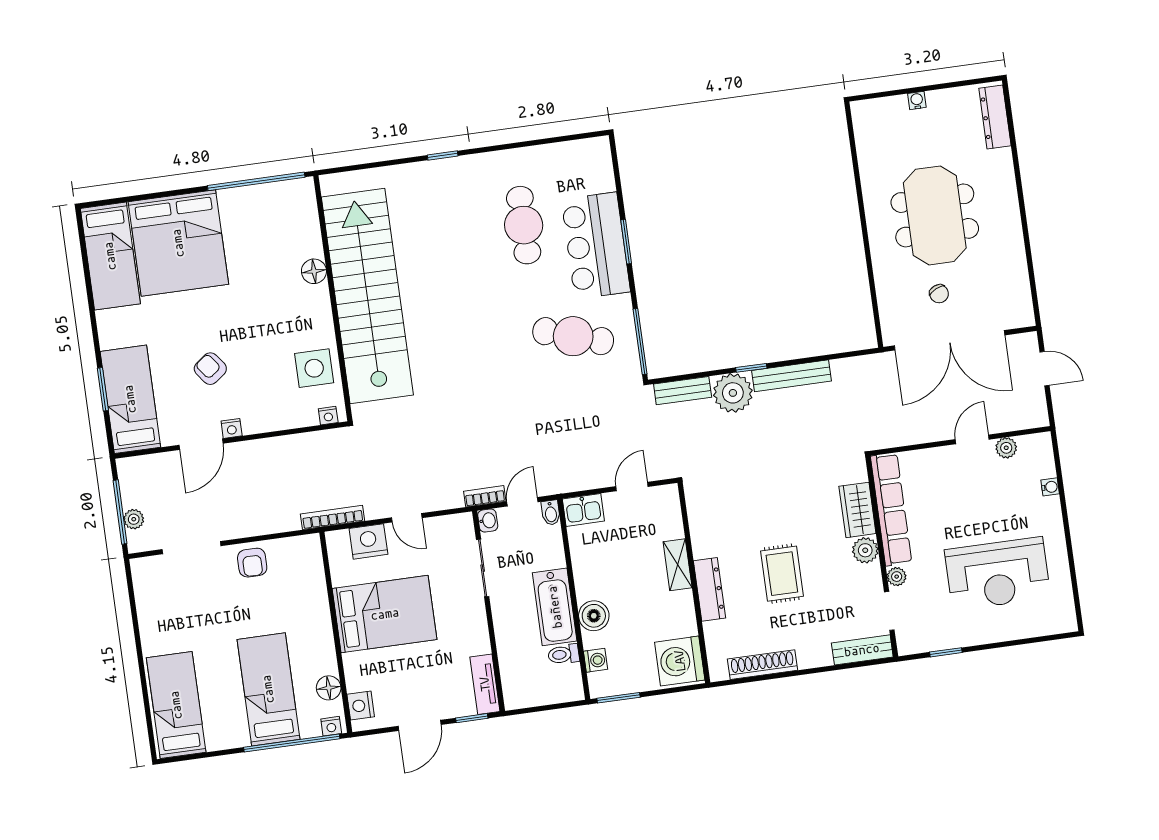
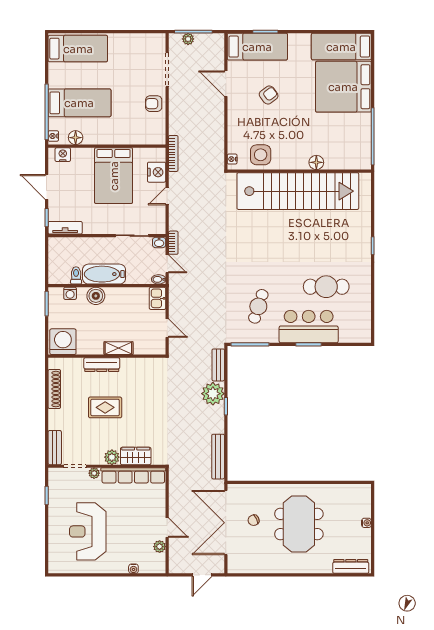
meeting table: (935, 215) -> (299, 524), turned 90
cafe table: (573, 336) -> (258, 306), width x0.73, depth x0.74
bench: (792, 376) -> (218, 457), moved
nightstand: (232, 428) -> (233, 102), removed

